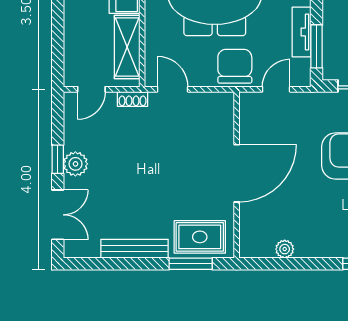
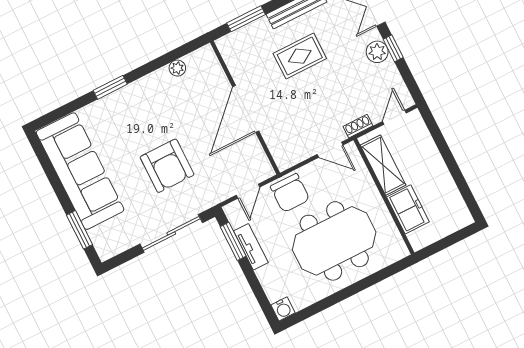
rug: (200, 237) -> (300, 56), moved

